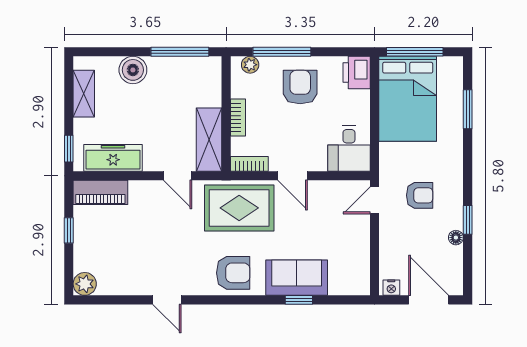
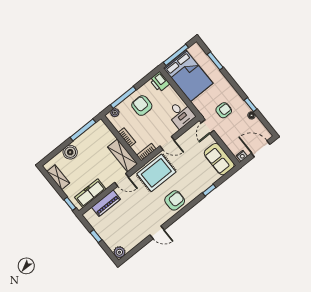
piano: (100, 192) -> (106, 203), moved
sofa: (297, 278) -> (219, 159), moved, turned -90

